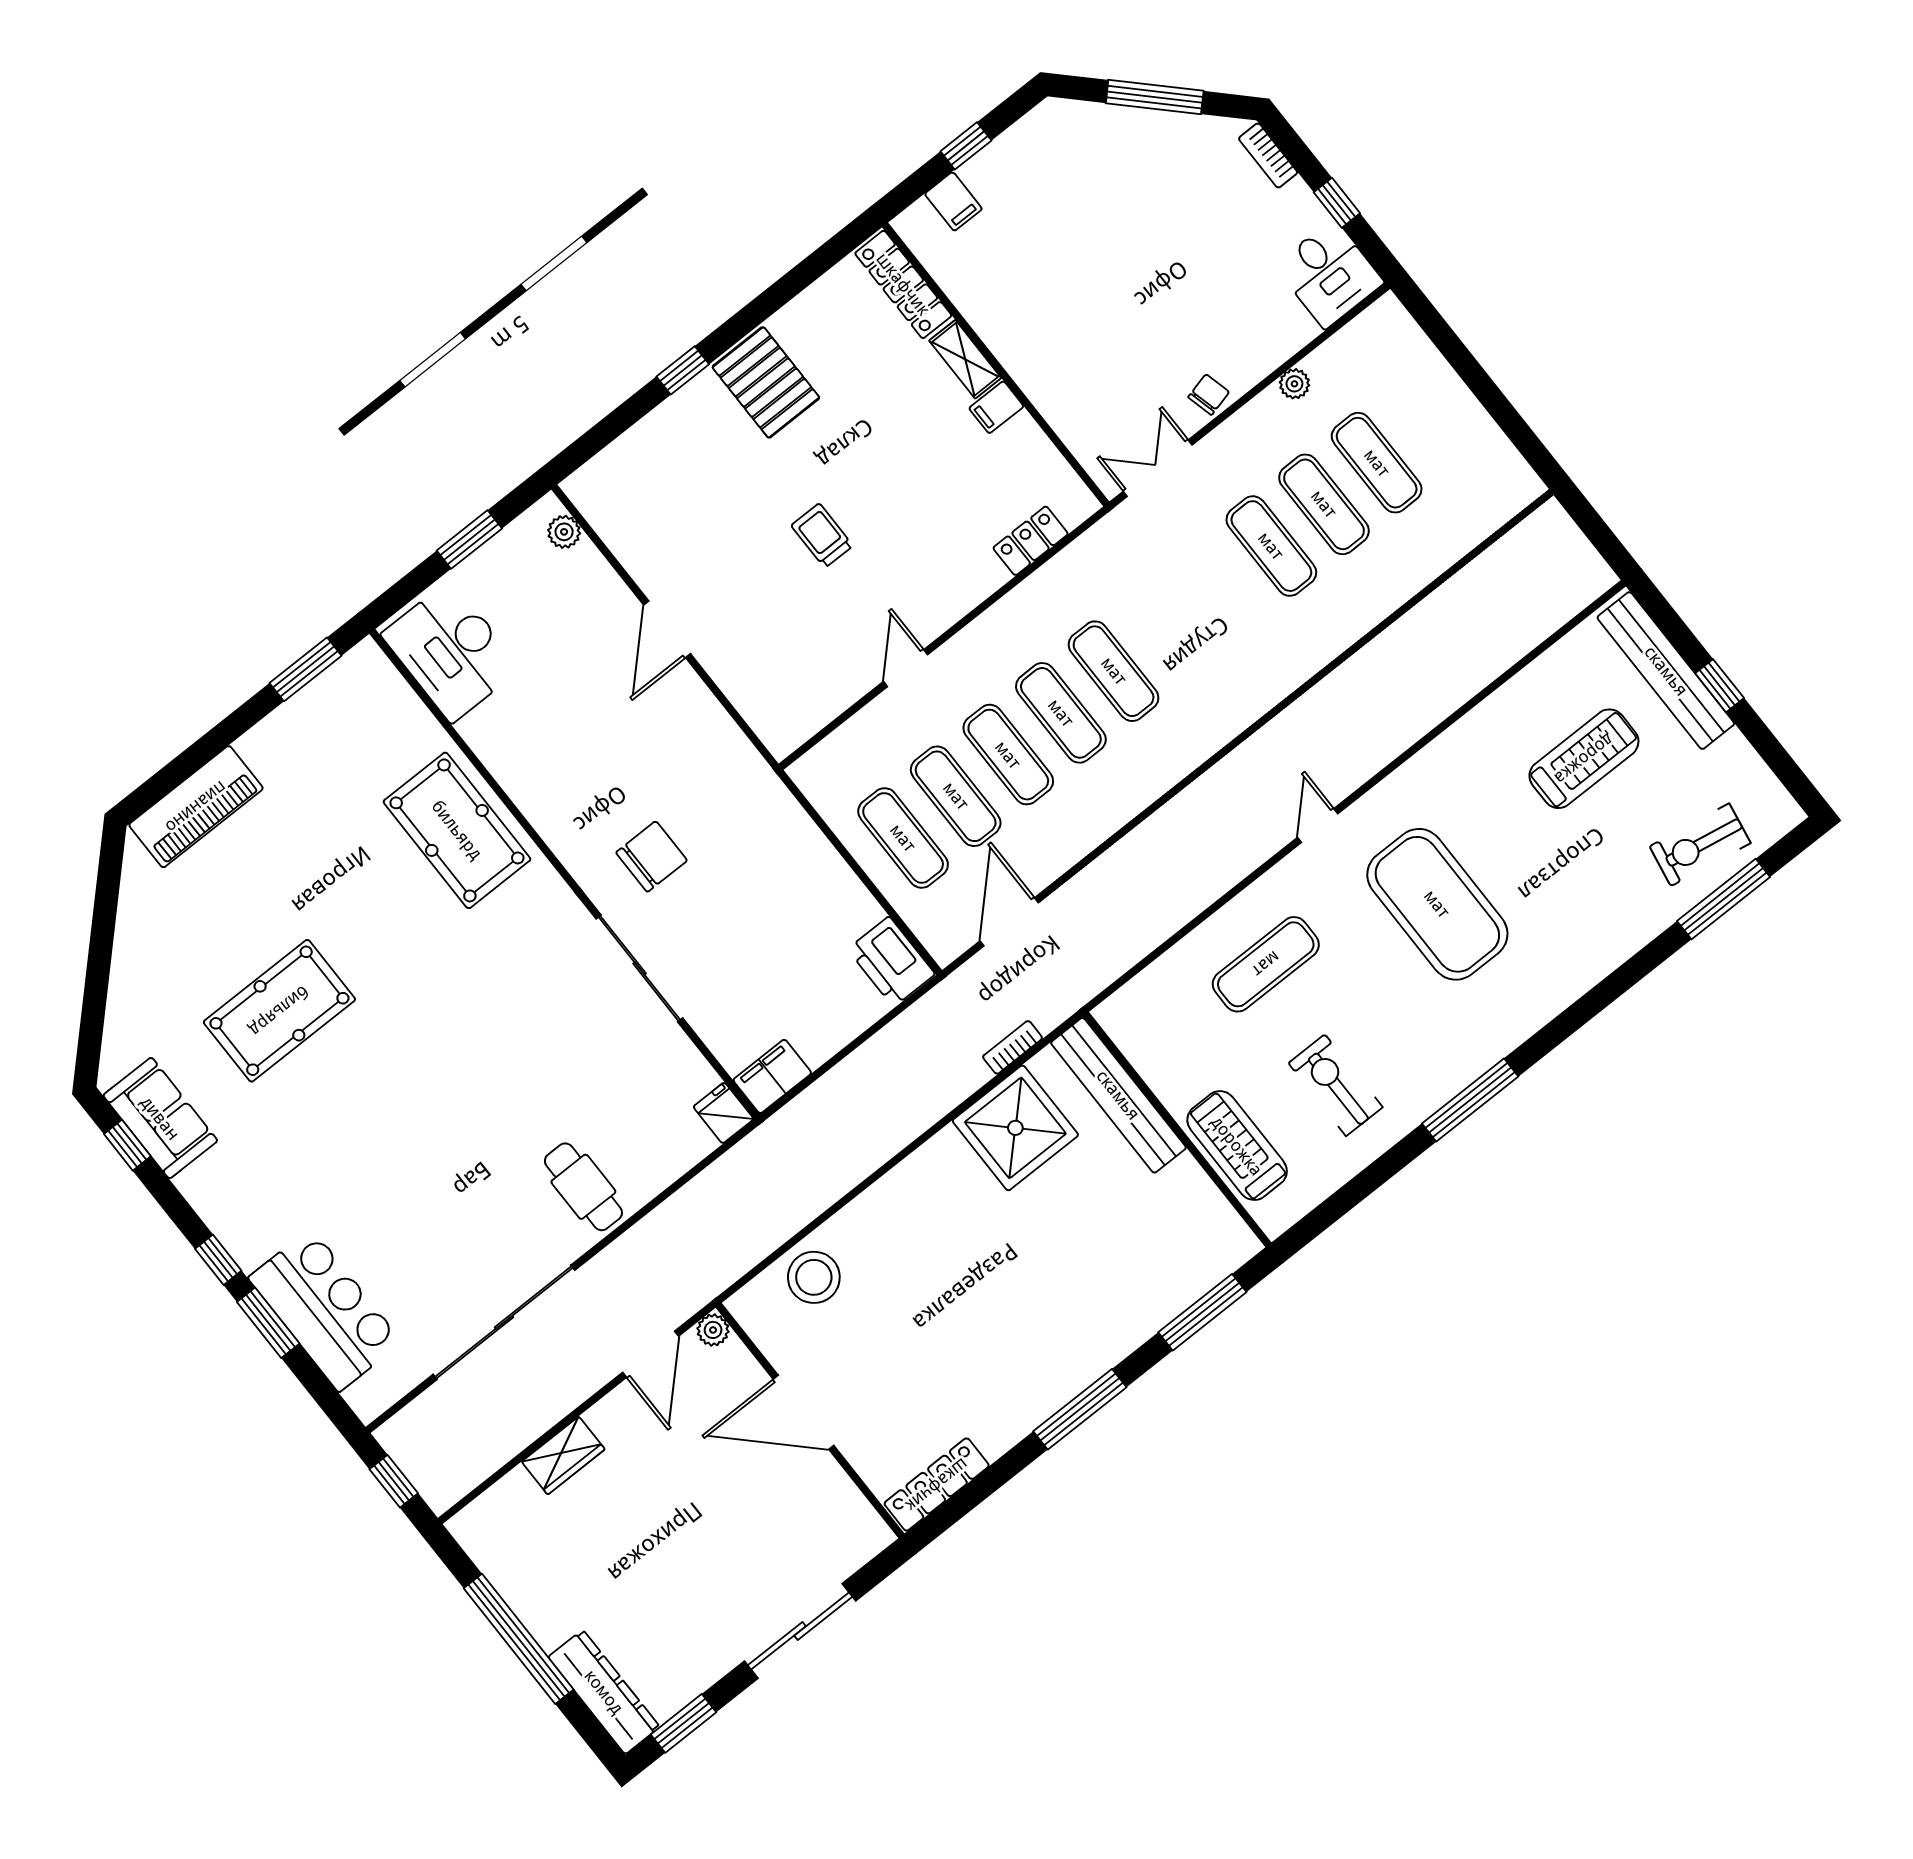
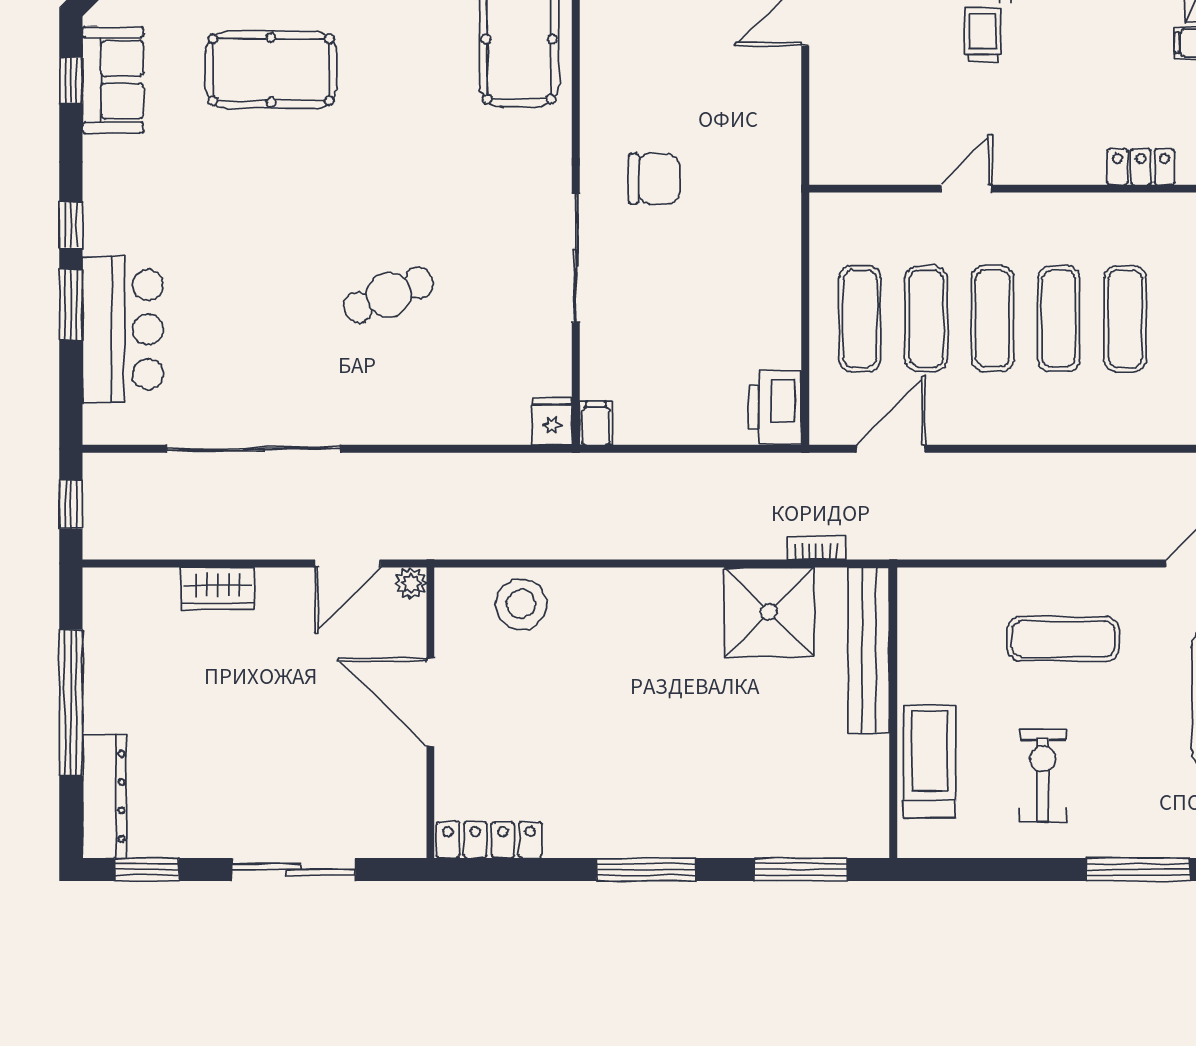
filing cabinet: (772, 1076) -> (596, 423), width x0.50
cafe table: (583, 1187) -> (389, 295), moved, turned 68

